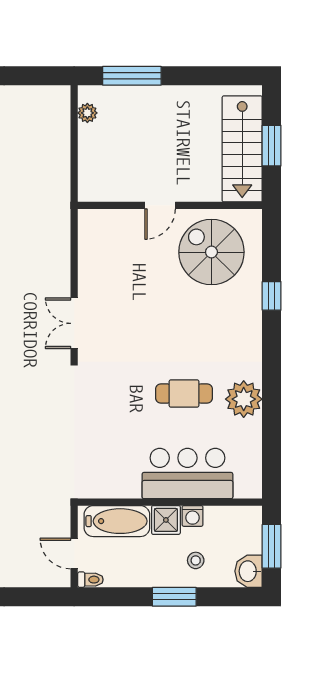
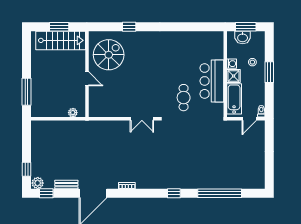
plant: (87, 113) -> (73, 113), moved
spiral stairs: (211, 252) -> (109, 55), turned 180
cafe table: (184, 393) -> (184, 98), moved
plant: (244, 399) -> (177, 40), removed
bar counter: (187, 473) -> (212, 81), moved
washbasin: (249, 571) -> (243, 37), moved

